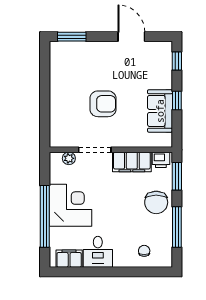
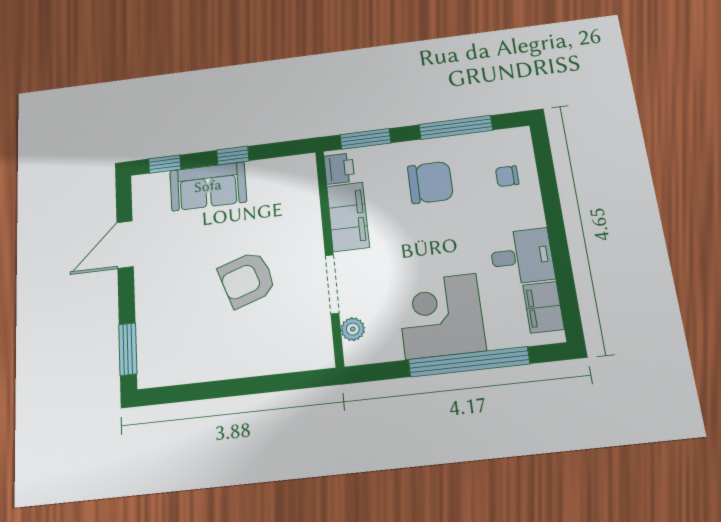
armchair: (103, 104) -> (247, 279), turned -109
sofa: (160, 111) -> (208, 186), moved
chair: (156, 202) -> (430, 183), moved

